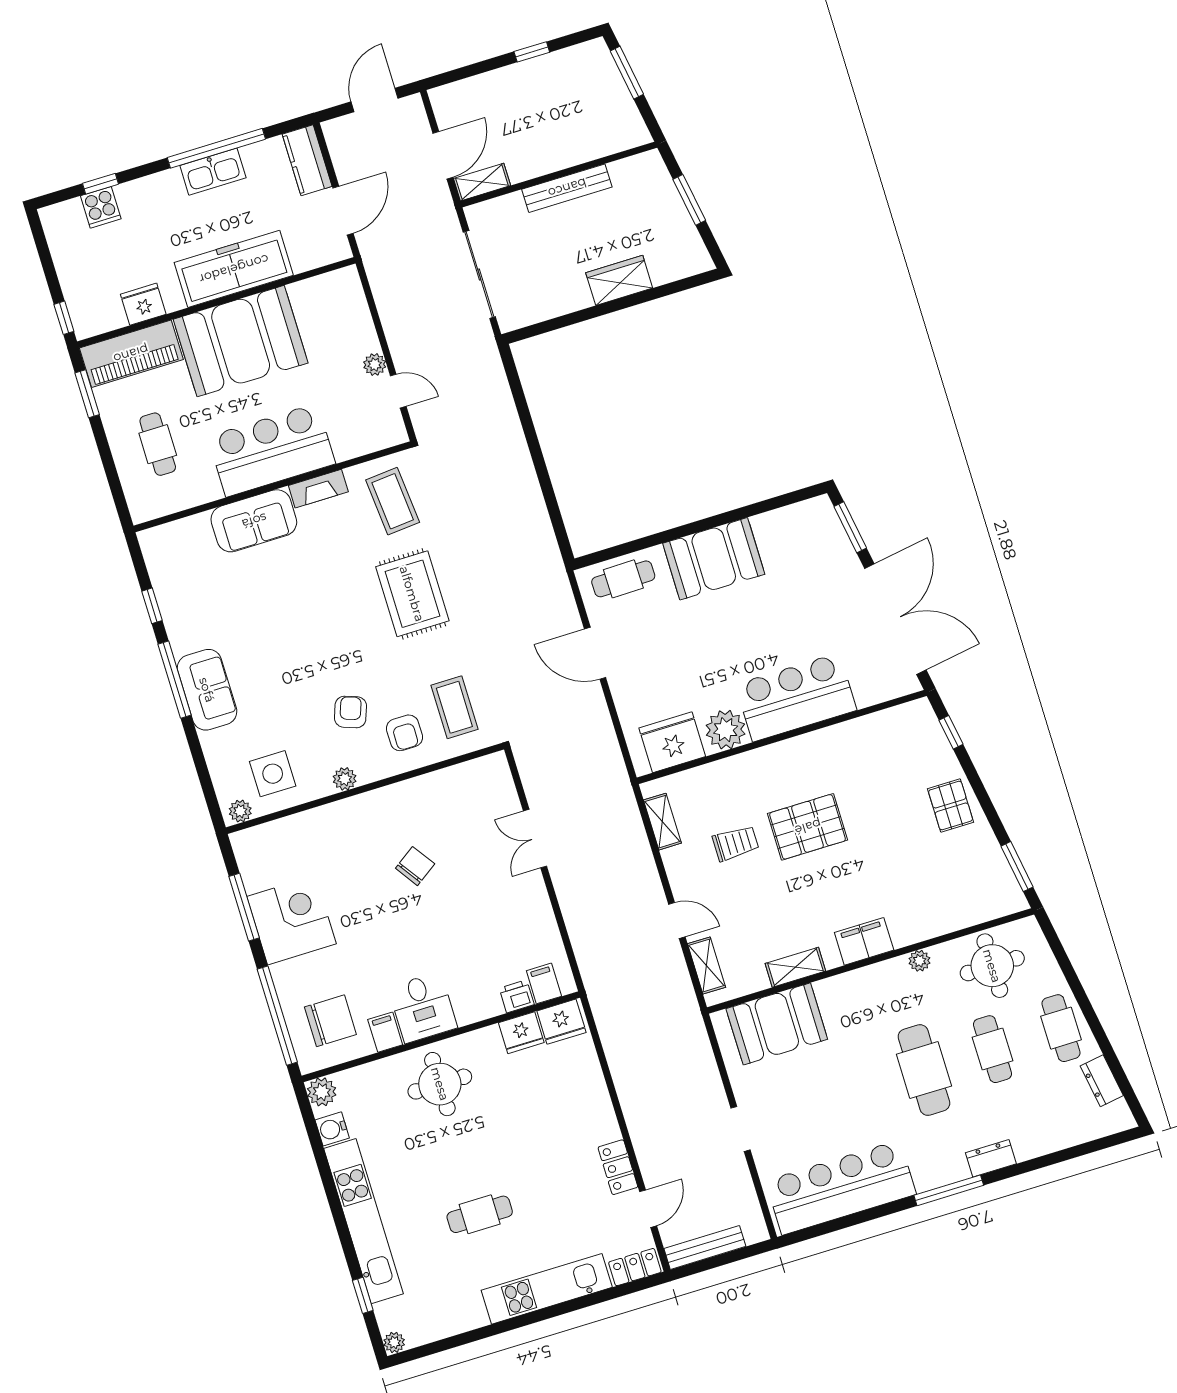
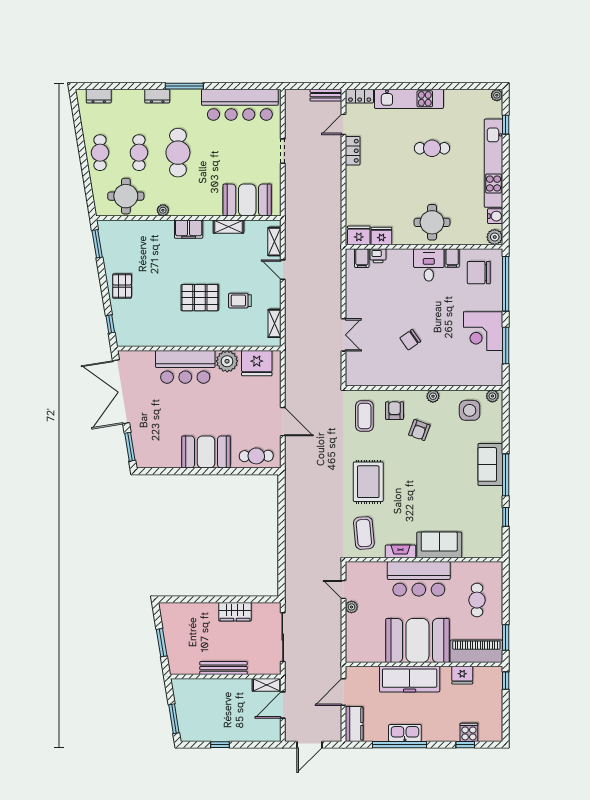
wardrobe: (619, 280) -> (235, 612), moved
dresser: (1102, 1081) -> (99, 96), moved, turned 99
bench: (705, 1247) -> (326, 95), width x0.73

